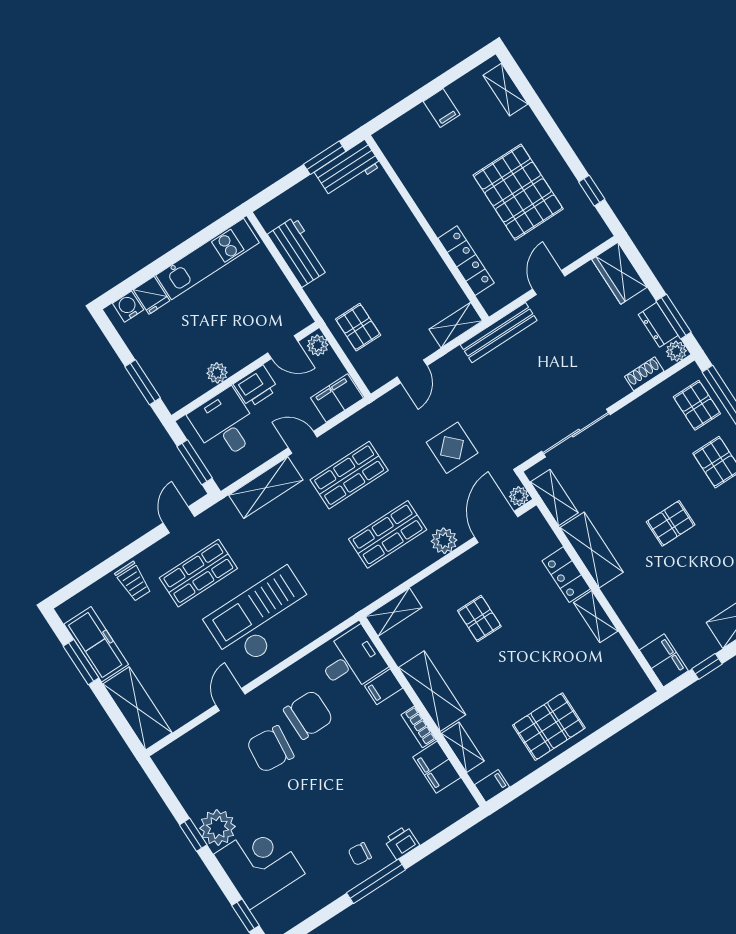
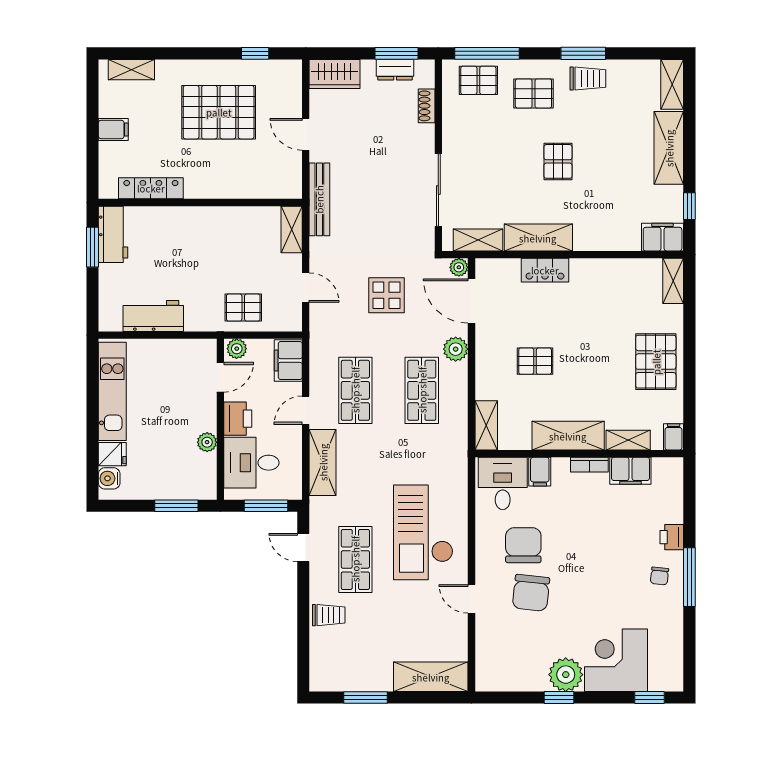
locker: (466, 261) -> (151, 188), moved
plant: (676, 351) -> (425, 69), removed
shelving: (596, 617) -> (673, 281), moved, turned 90
freezer: (96, 644) -> (359, 676), removed

